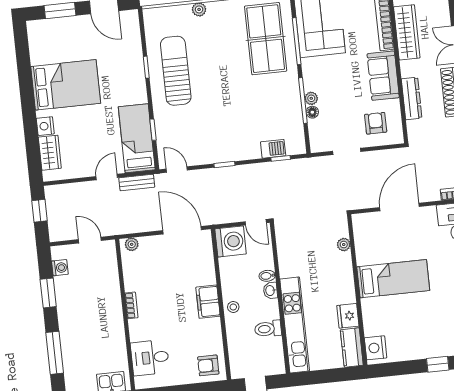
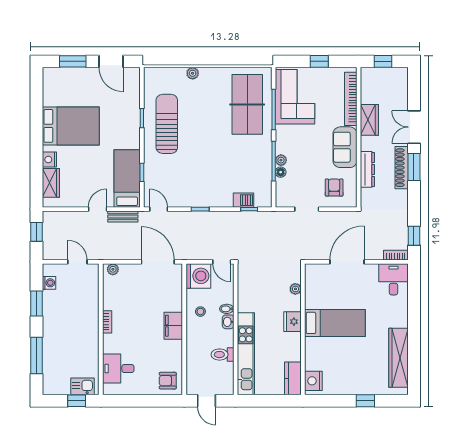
wardrobe: (407, 32) -> (369, 120), width x0.67
stool: (233, 307) -> (200, 312), moved
fridge: (348, 316) -> (293, 322), moved

